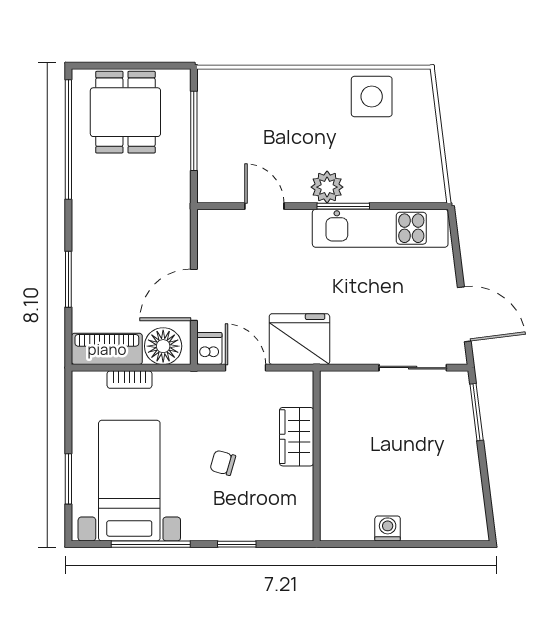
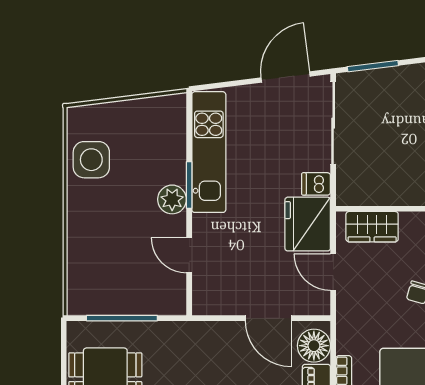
door: (264, 206) -> (189, 255), hinge flipped
dishwasher: (209, 349) -> (316, 184), moved
door: (246, 368) -> (333, 272), hinge flipped
sliding door: (413, 368) -> (333, 123), width x1.37
wardrobe: (297, 437) -> (372, 227), moved

